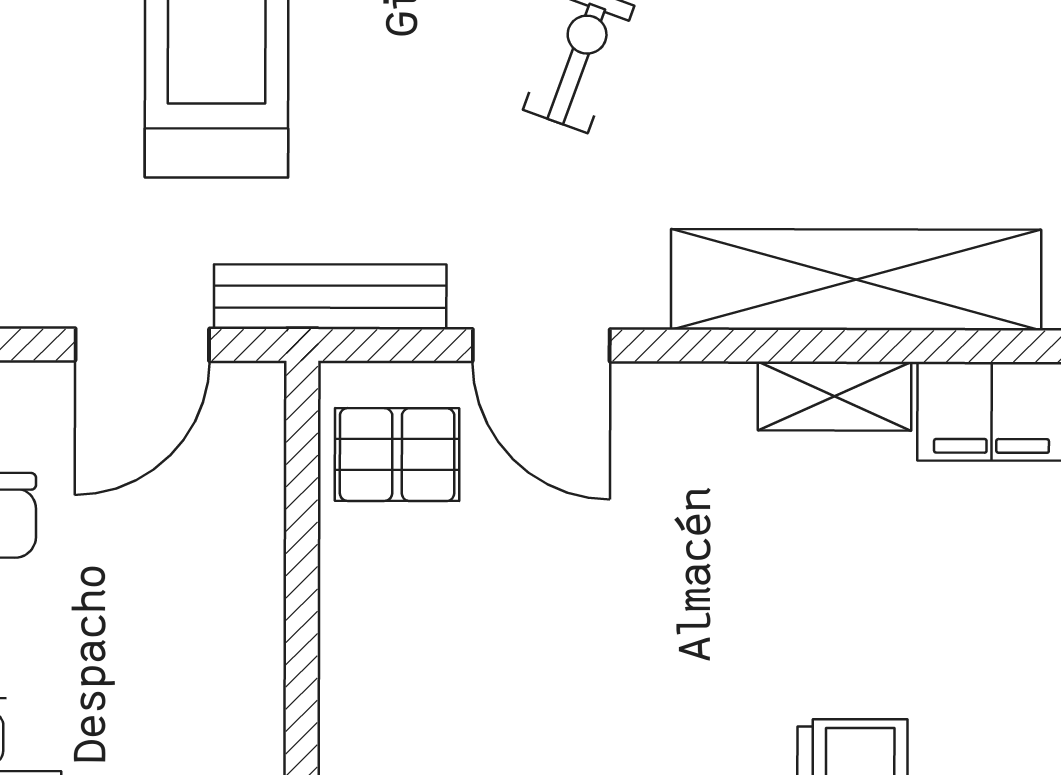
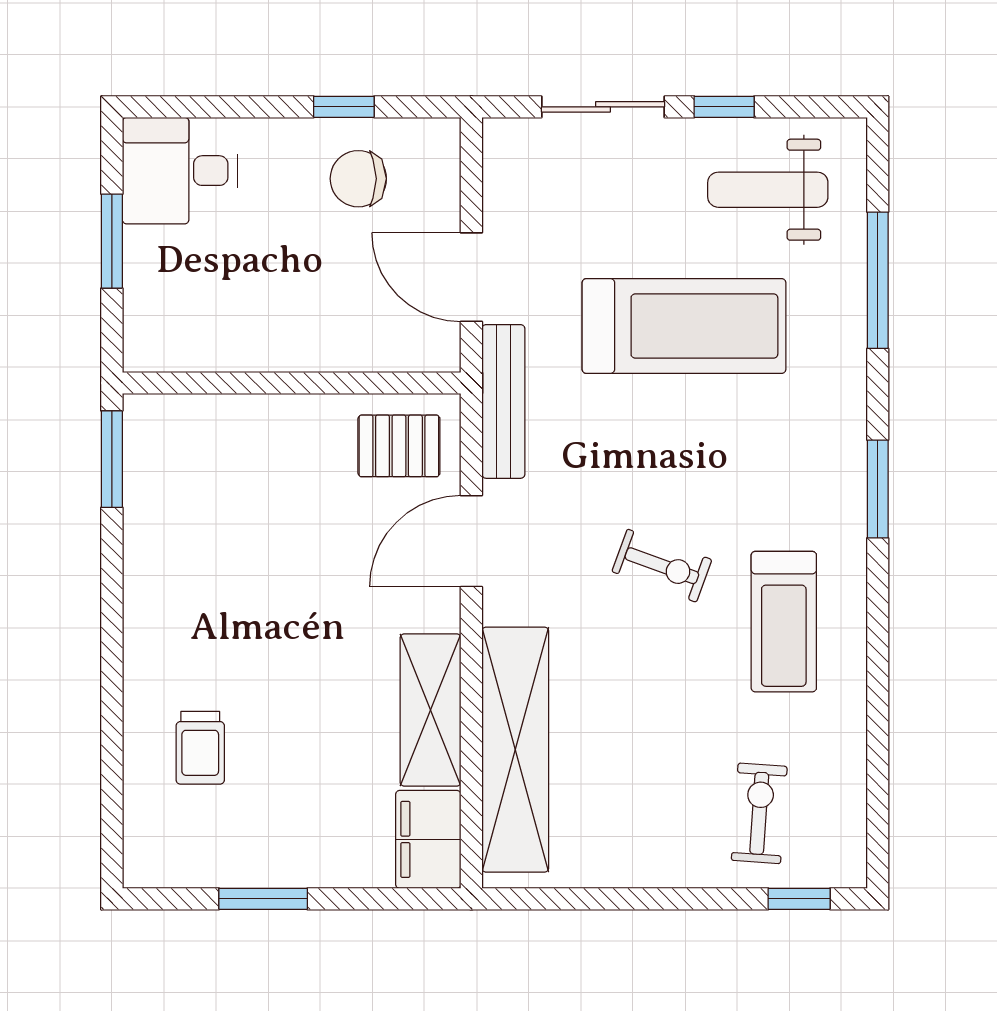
shelving: (834, 396) -> (431, 710), width x1.50, depth x1.33
pallet: (397, 455) -> (399, 446), turned 90

